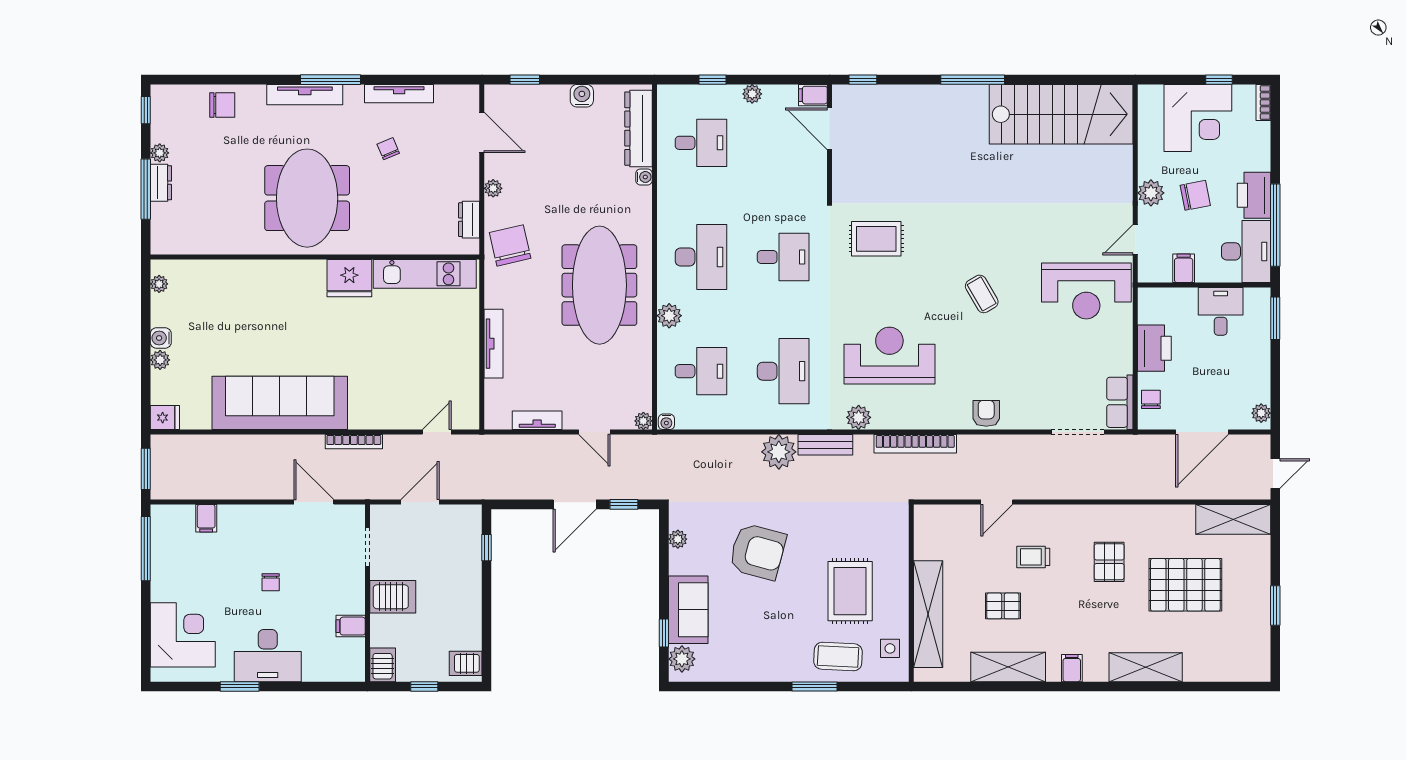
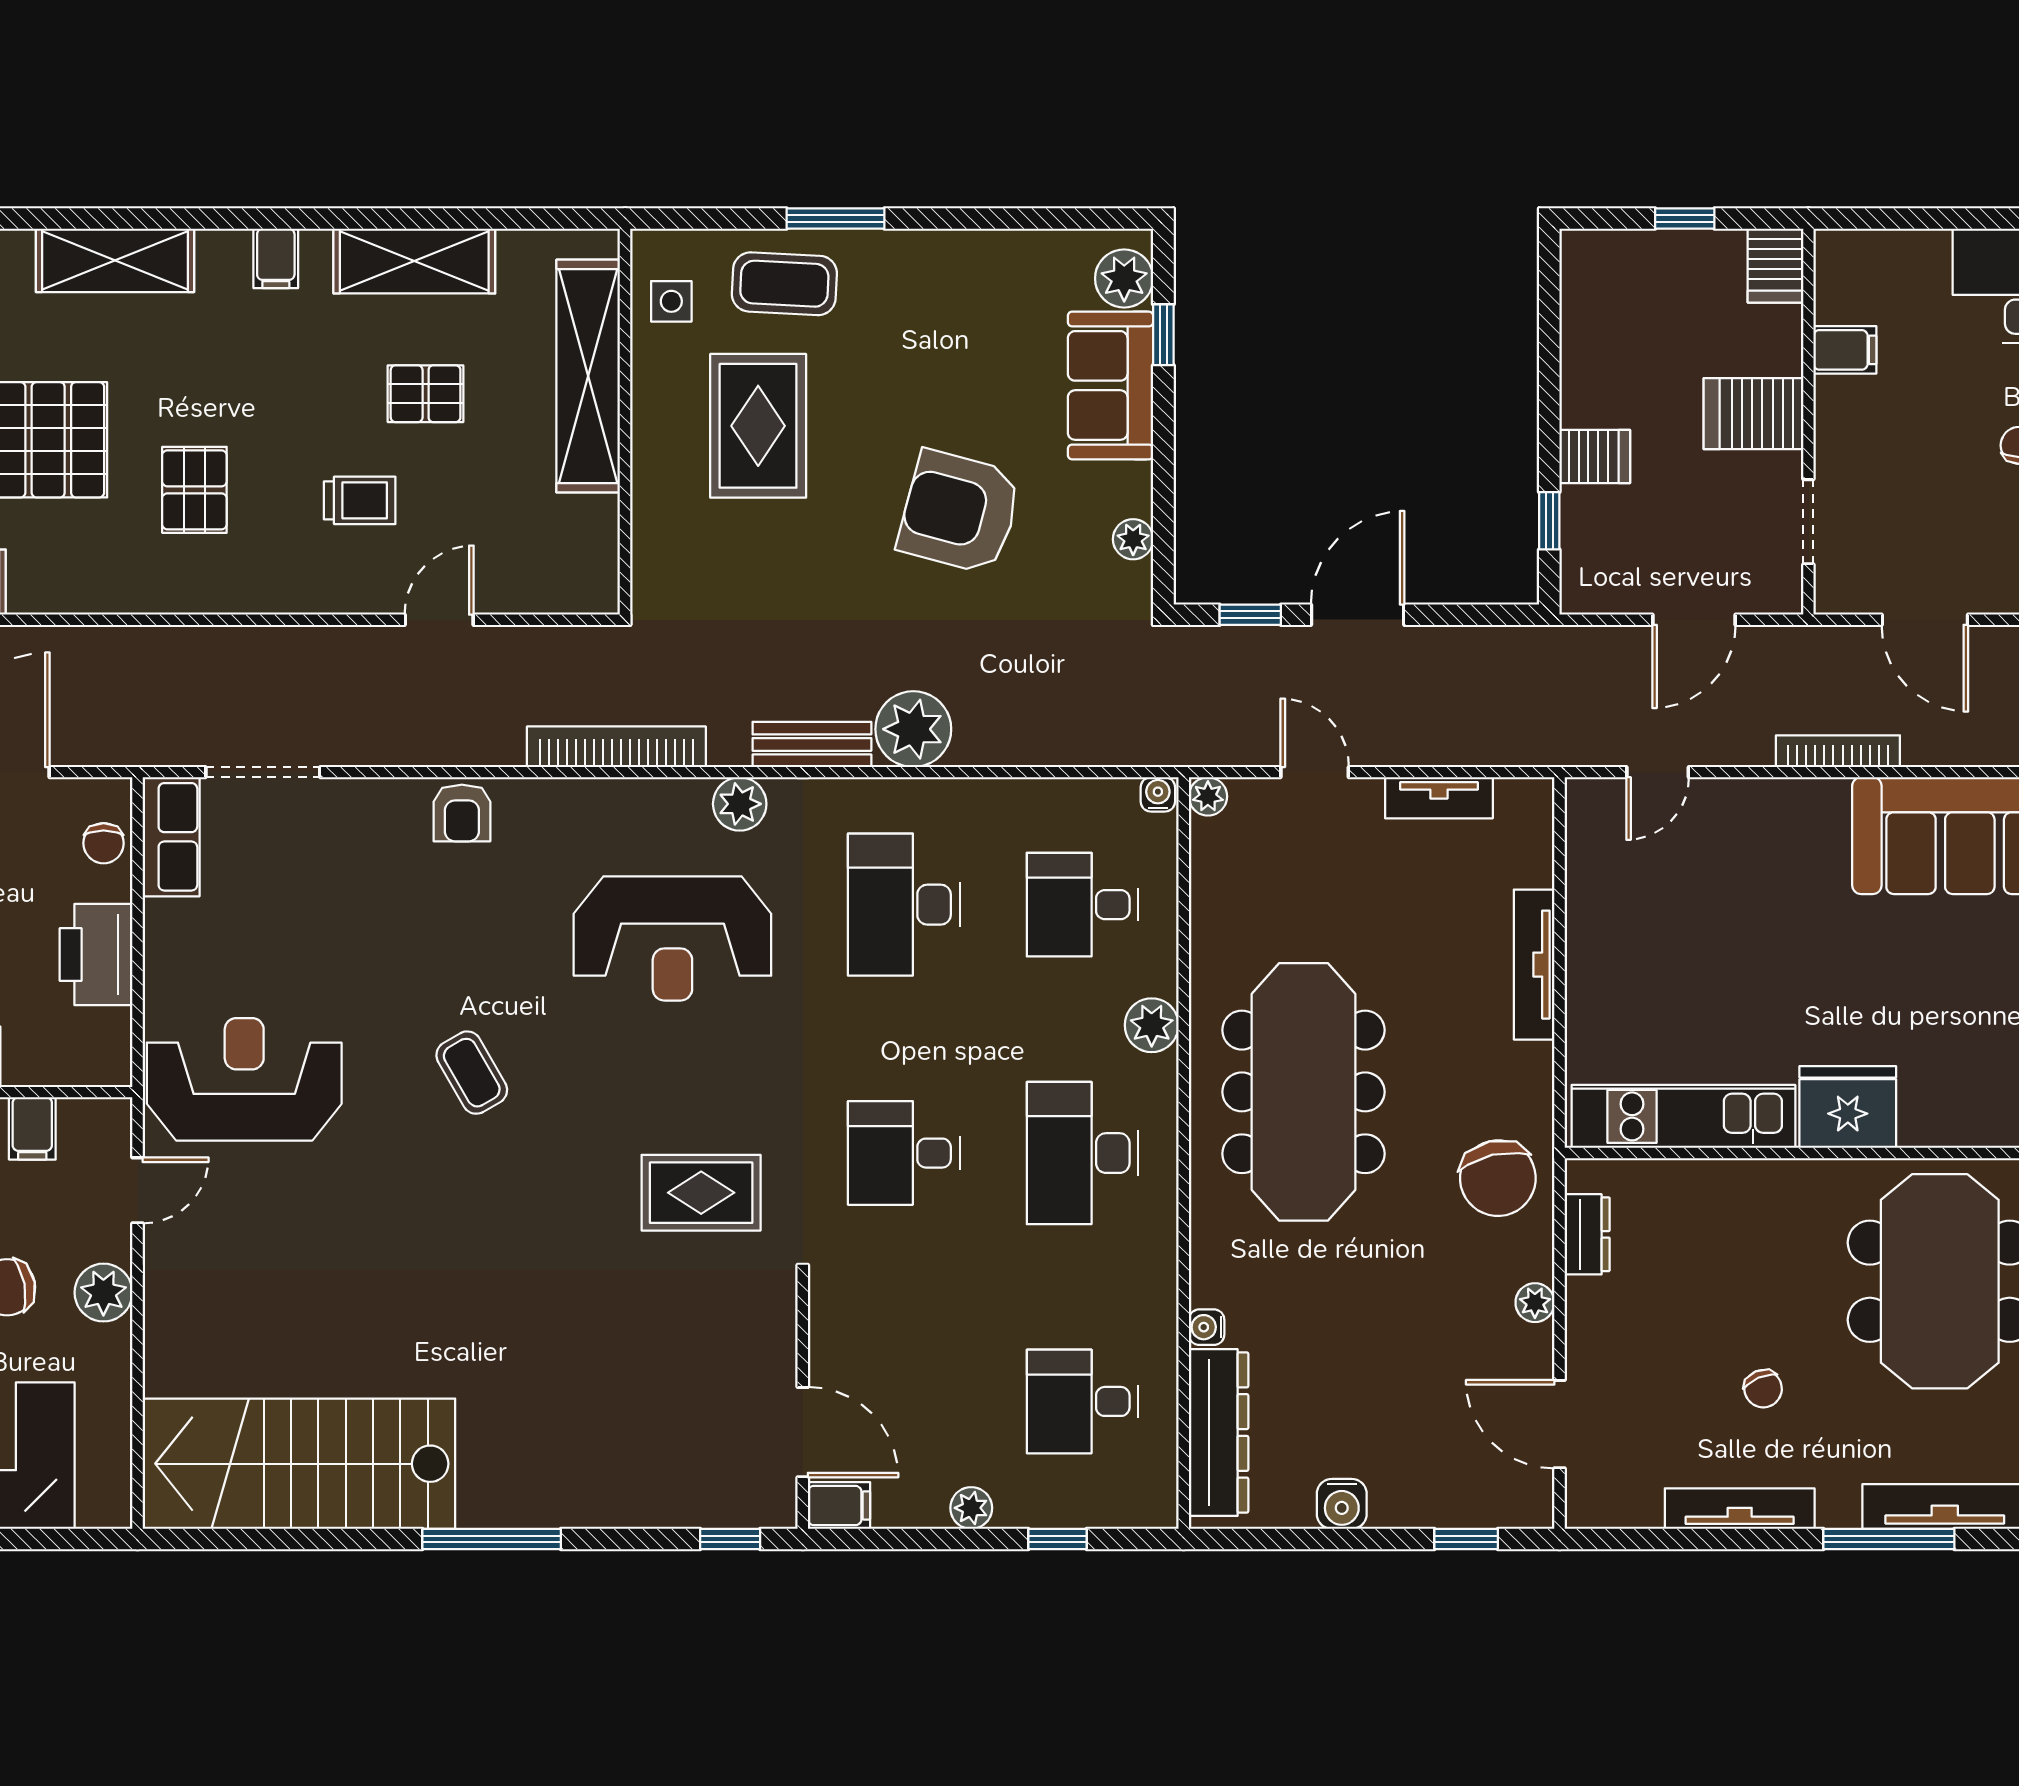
server rack: (466, 663) -> (1595, 456), moved

